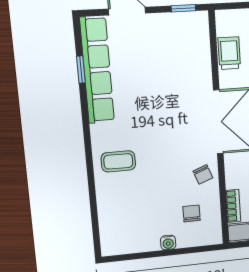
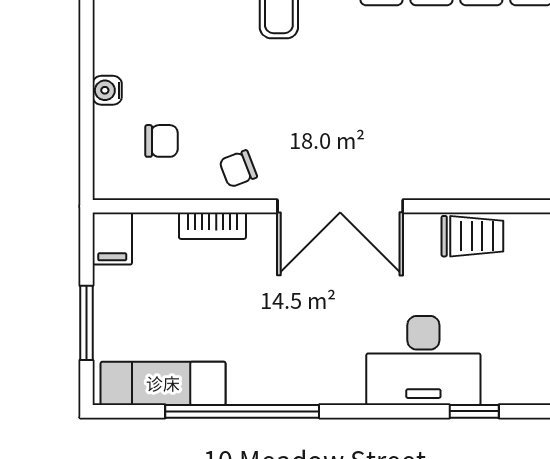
bookcase: (233, 206) -> (212, 226), moved

